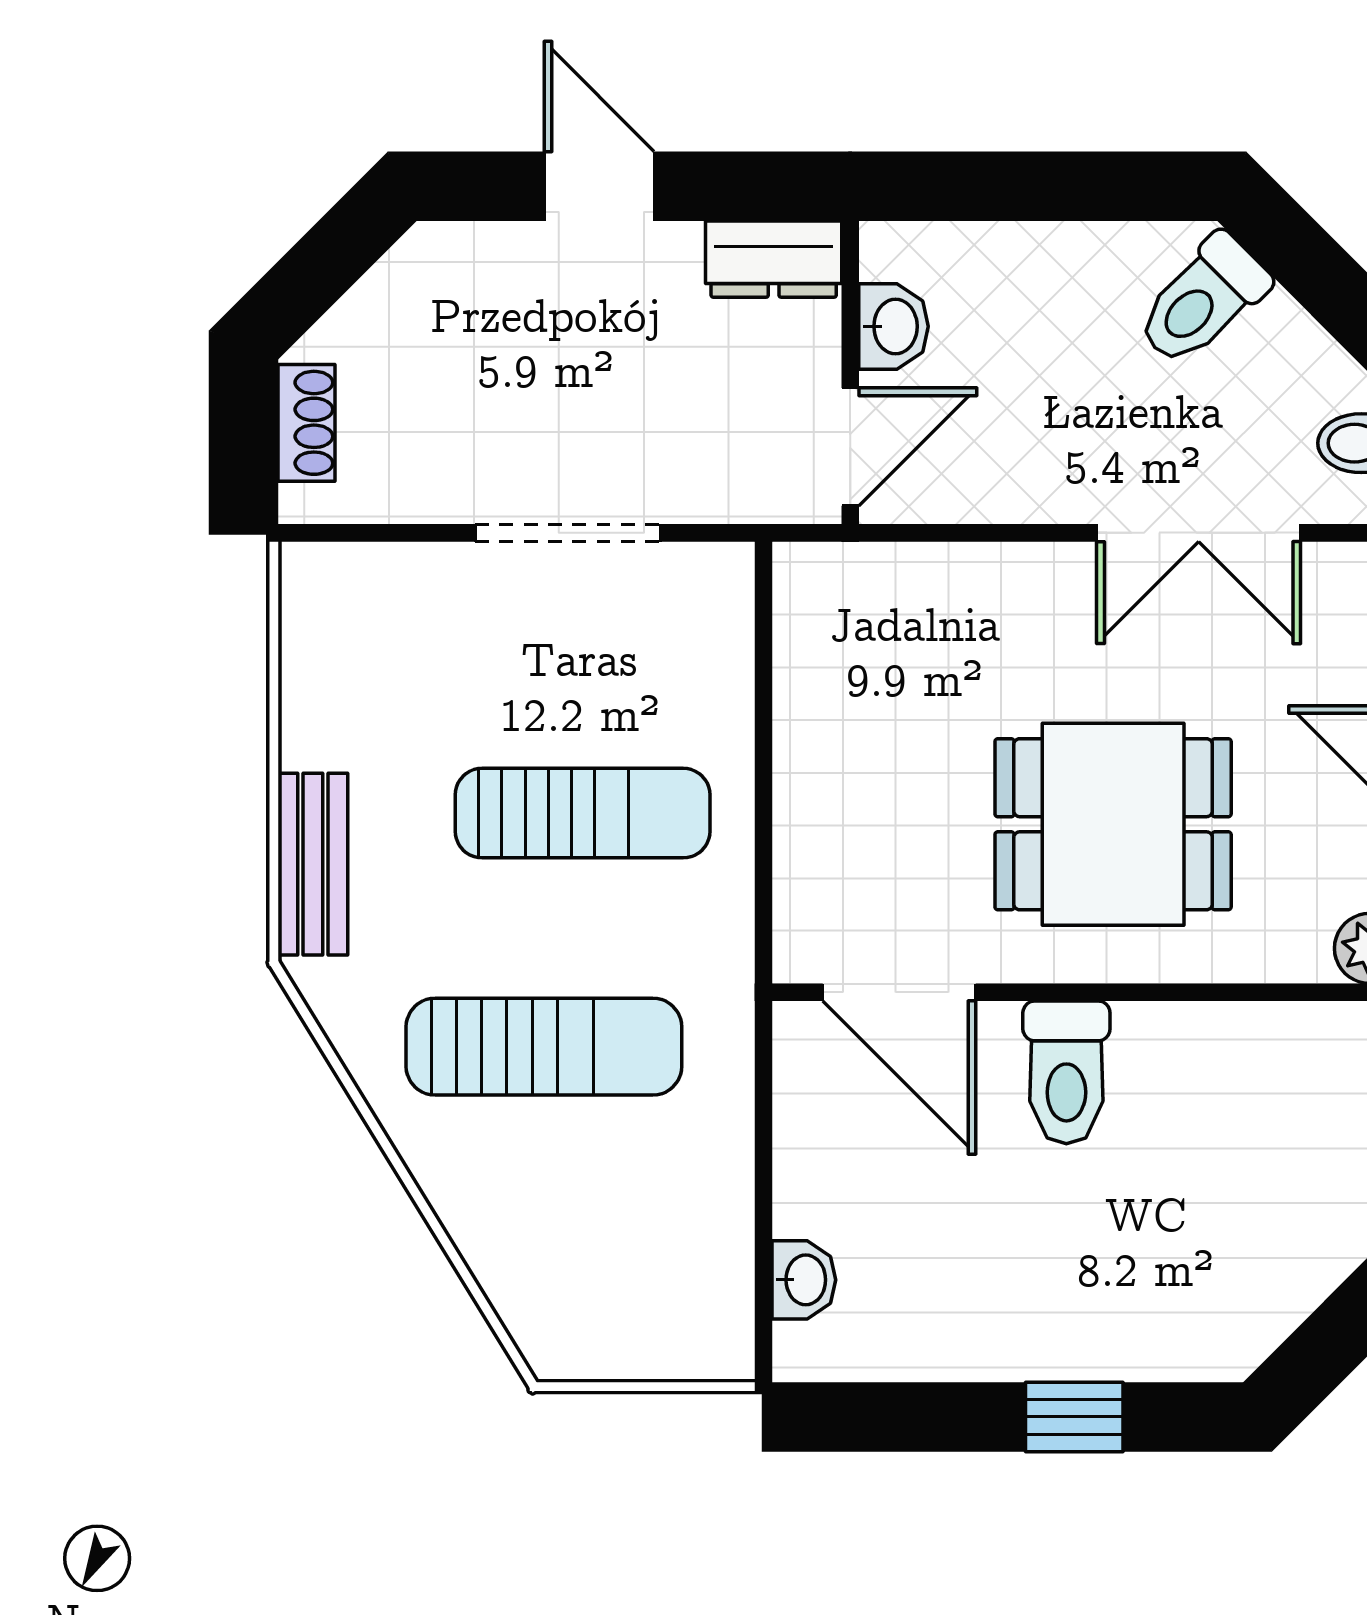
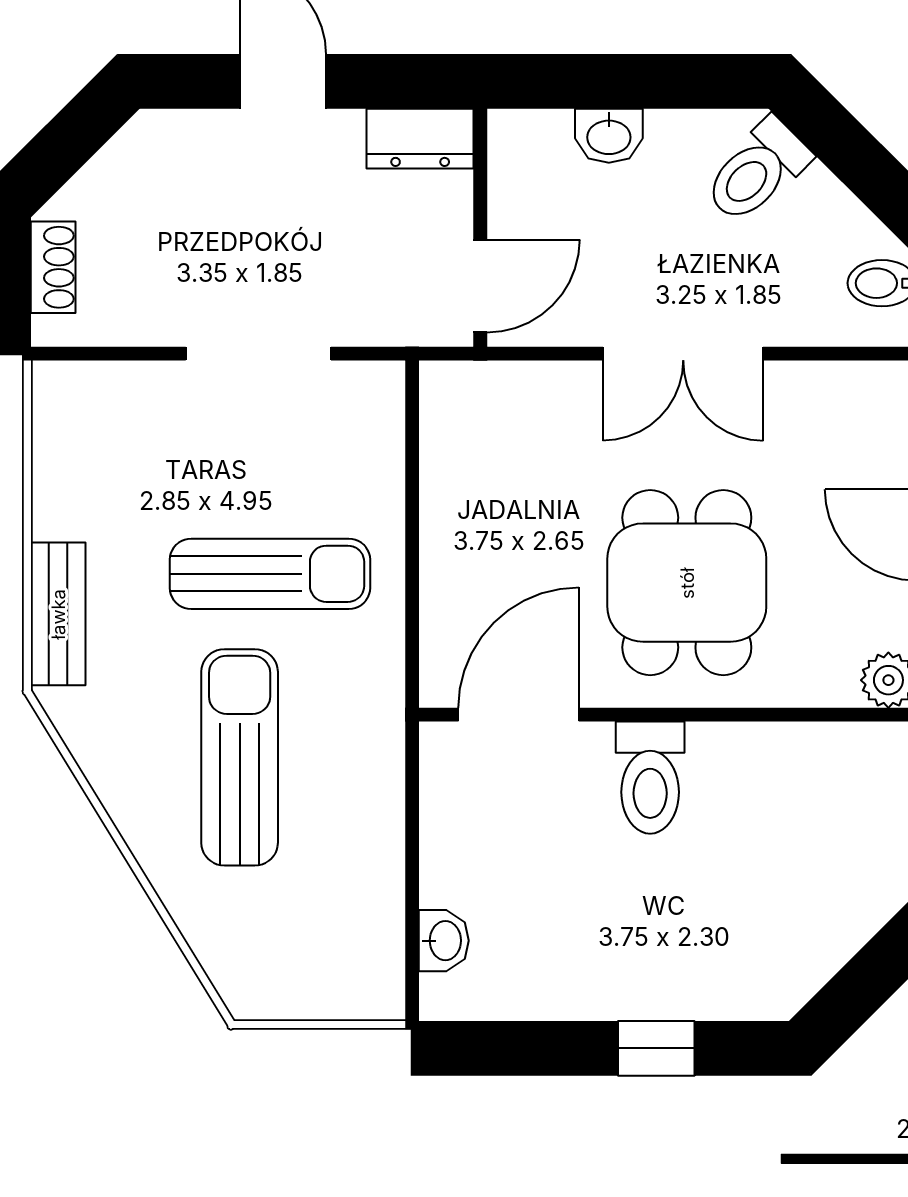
washbasin: (894, 326) -> (609, 136), moved, turned 90
double door: (1199, 533) -> (683, 354), moved
dining table: (1113, 824) -> (687, 583), turned 90
door: (899, 992) -> (519, 715), swing flipped
sun lounger: (544, 1047) -> (240, 757), turned -90

